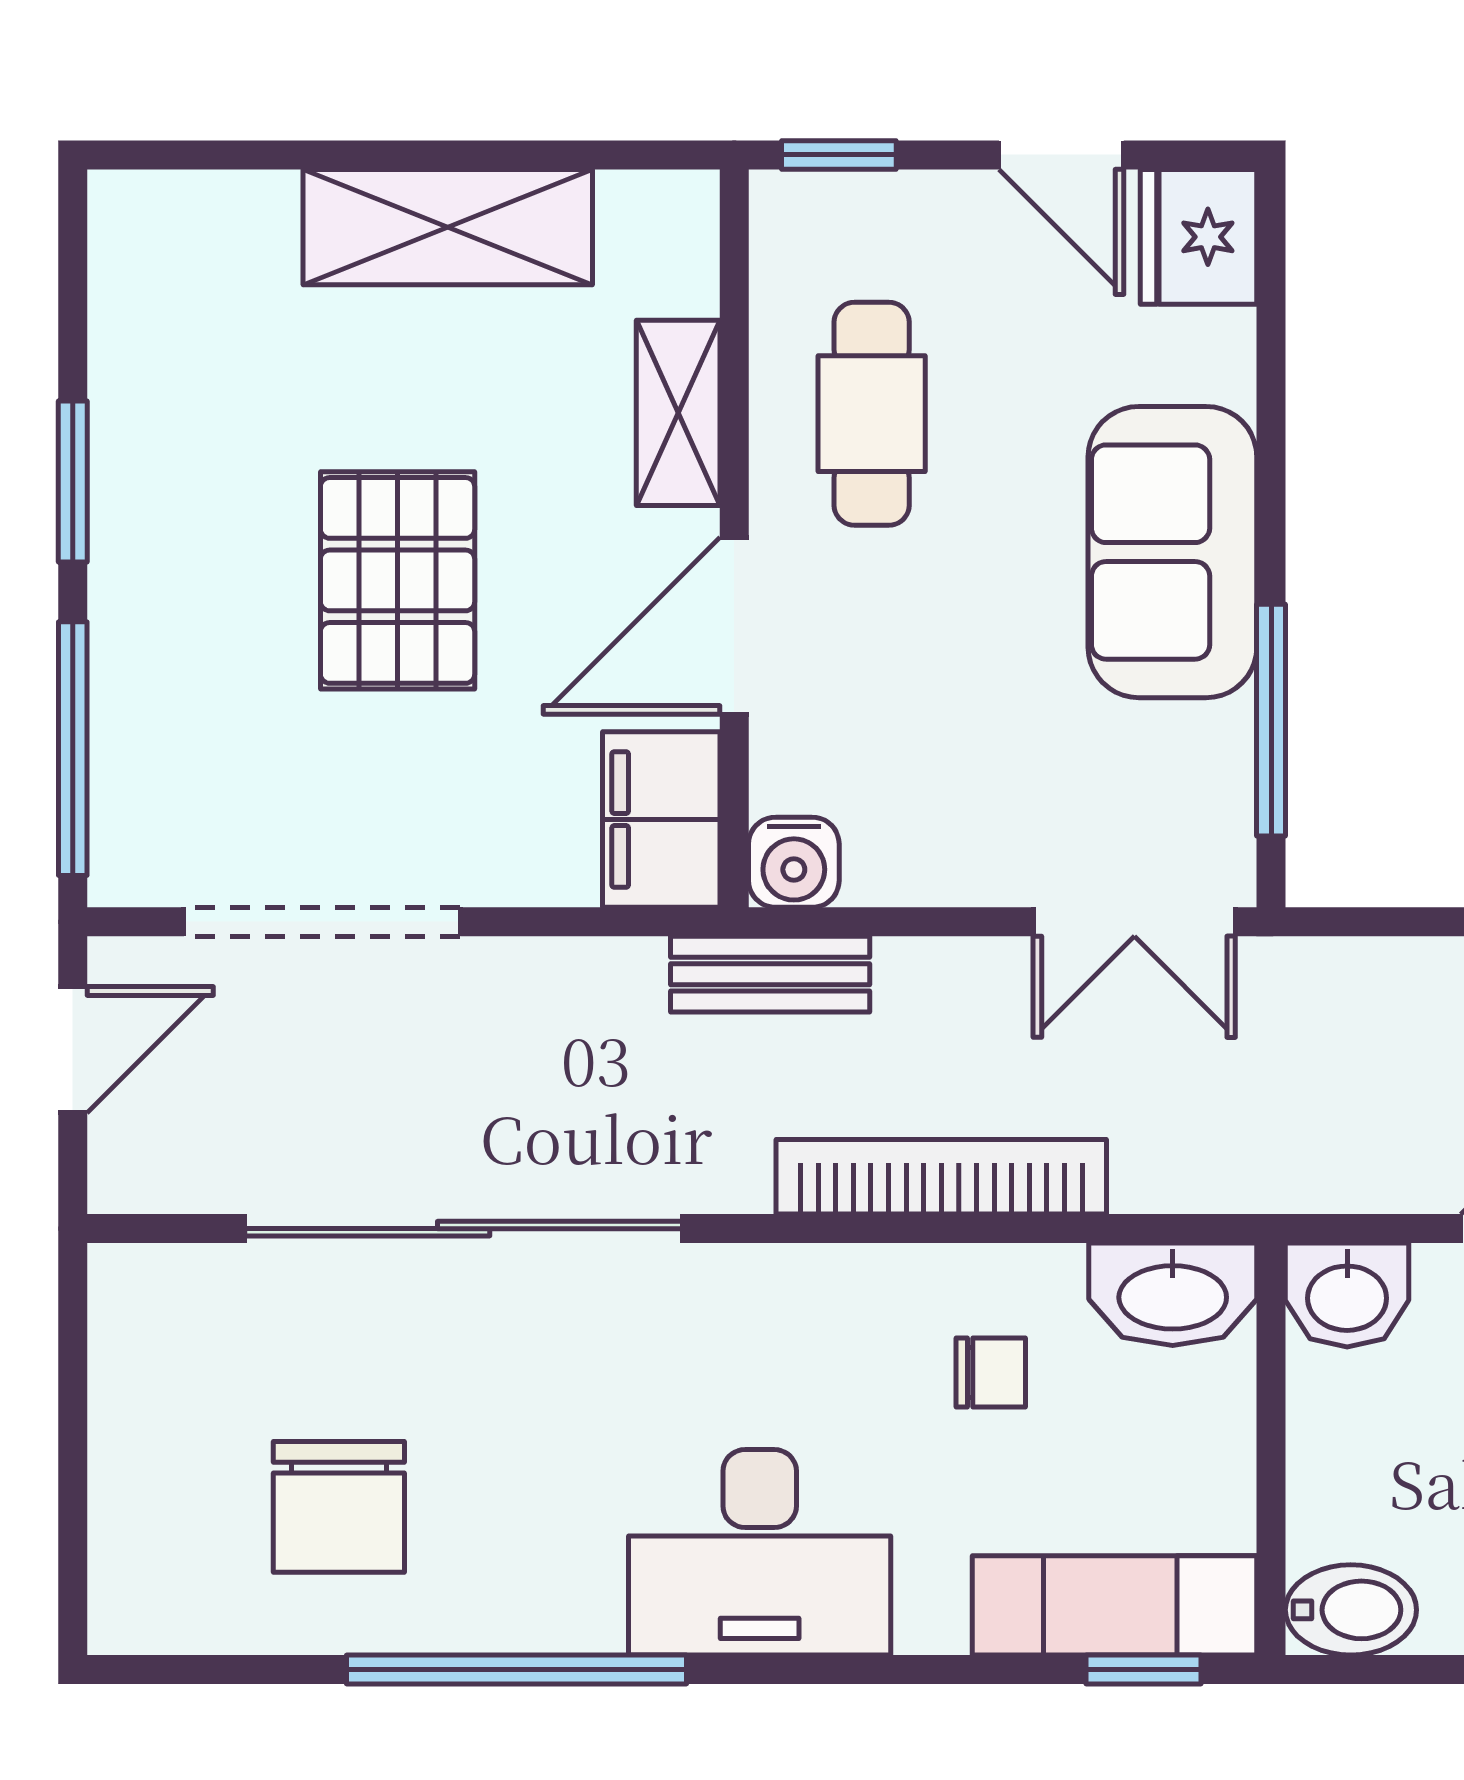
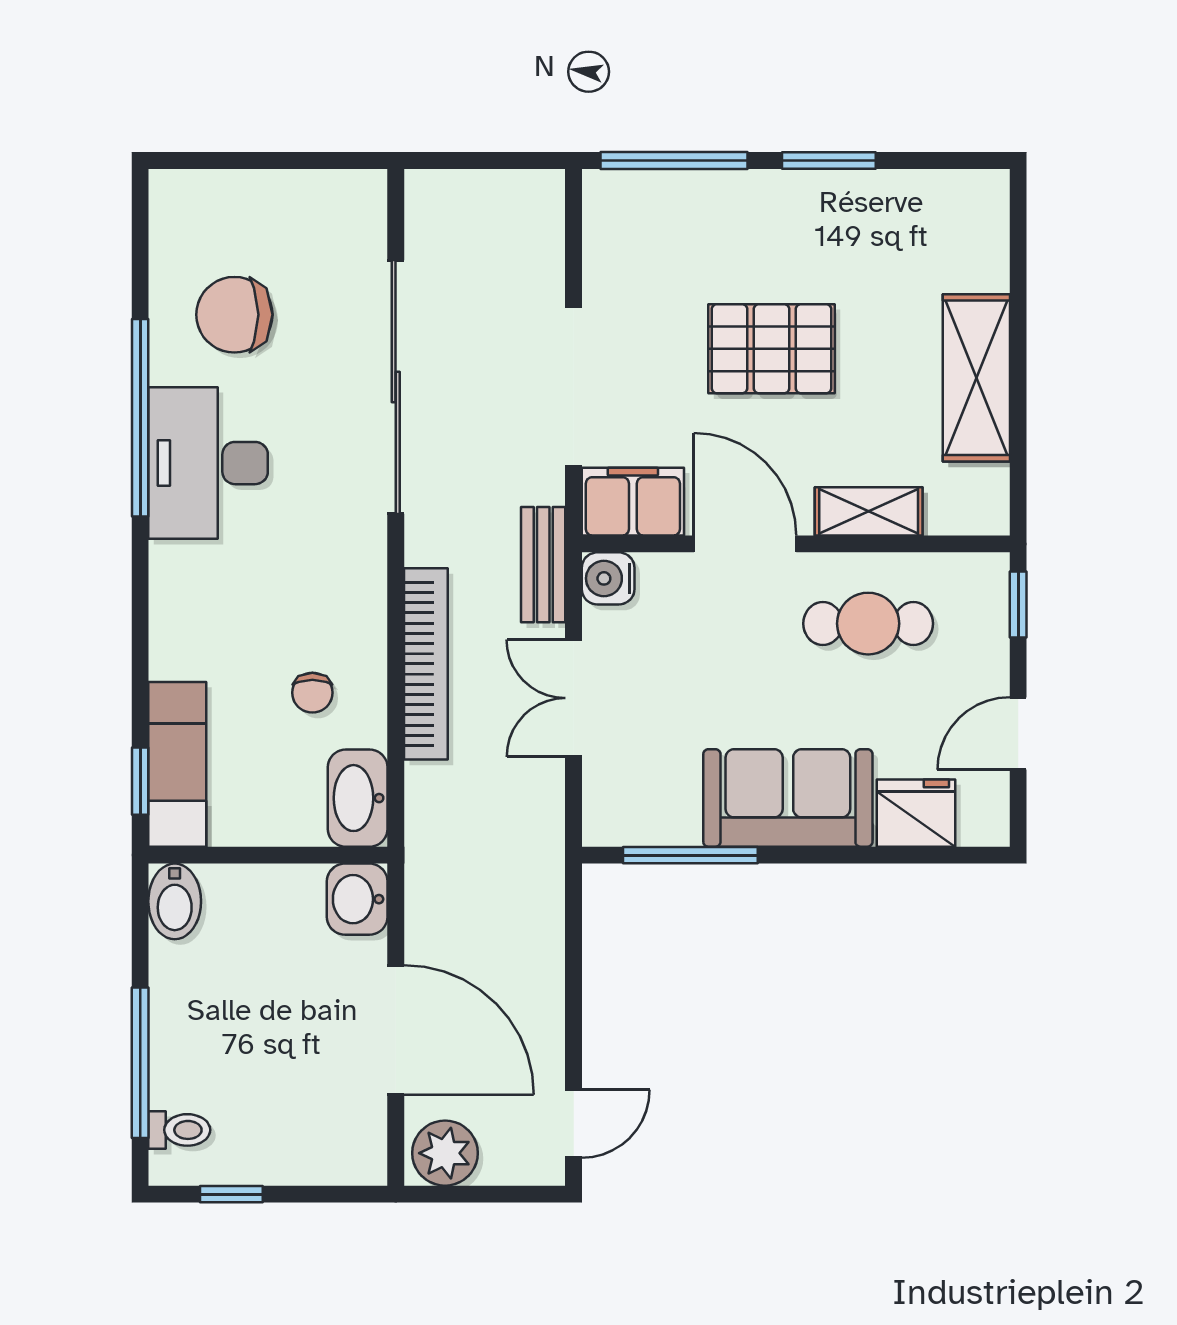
fridge: (1199, 237) -> (916, 813), moved
doorway: (322, 922) -> (574, 386), moved
double door: (1134, 922) -> (574, 698), moved
door: (73, 1050) -> (499, 160), removed
desk: (760, 1552) -> (208, 463), moved

